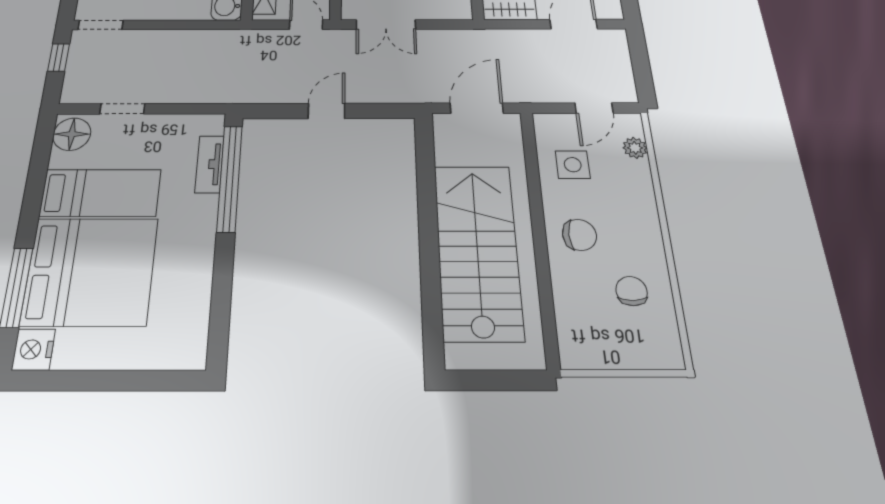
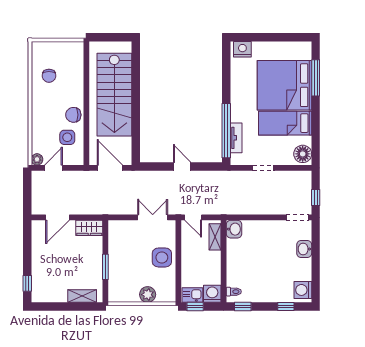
door: (477, 108) -> (110, 168), swing flipped
doorway: (122, 109) -> (263, 168), moved
door: (326, 111) -> (182, 166), swing flipped
plant: (635, 148) -> (37, 159), moved
chair: (579, 235) -> (73, 115), moved
nightstand: (34, 349) -> (242, 49), moved, turned -90

